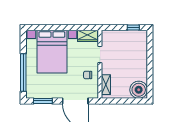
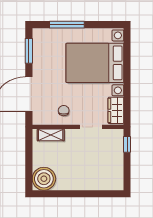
window: (133, 27) -> (127, 144), moved
window: (23, 72) -> (67, 25), width x0.68

